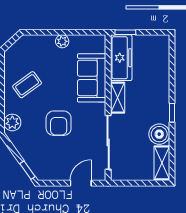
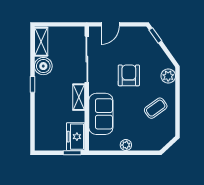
freezer: (121, 58) -> (76, 137), width x0.71

